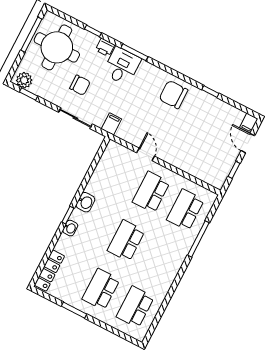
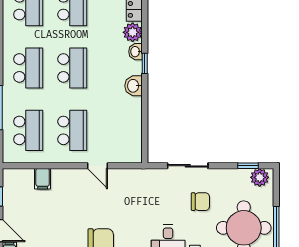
chair: (80, 85) -> (200, 202), turned 180
filing cabinet: (111, 124) -> (43, 179), moved
plant: (65, 244) -> (133, 32), added
school desk: (160, 258) -> (28, 68), added

